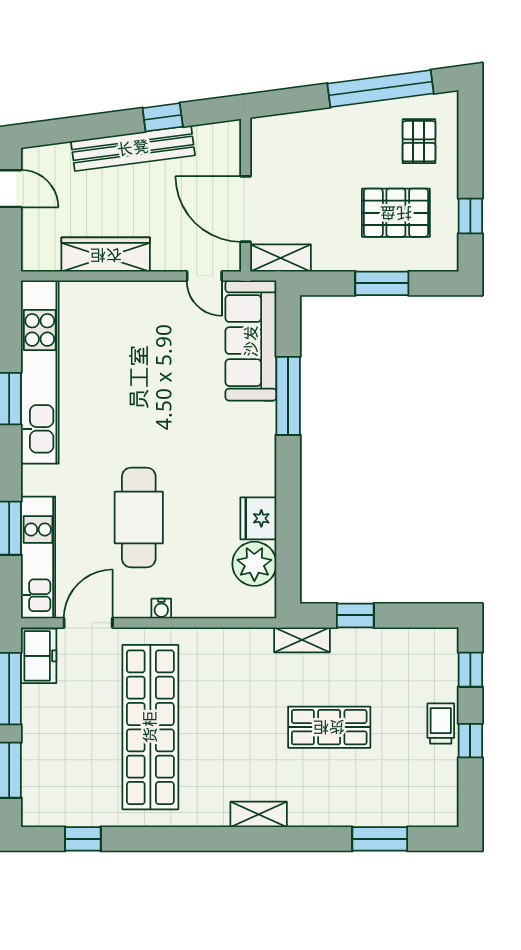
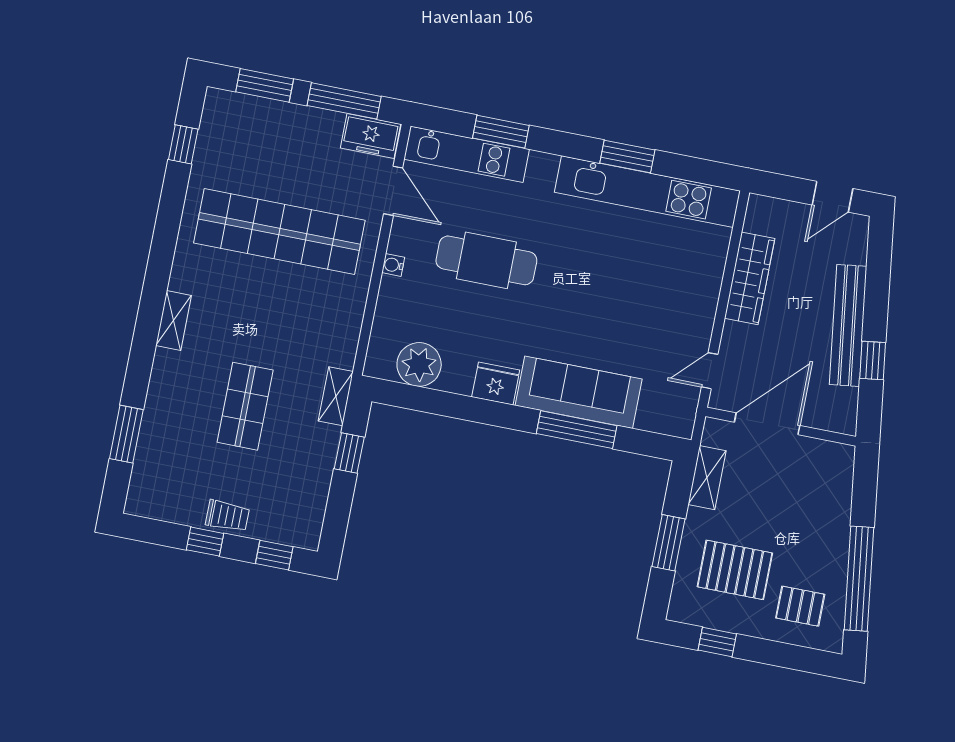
pallet: (396, 213) -> (735, 570), turned 90
shelving: (280, 258) -> (707, 478), moved
sofa: (251, 341) -> (579, 392), moved
fridge: (258, 518) -> (496, 384), moved

